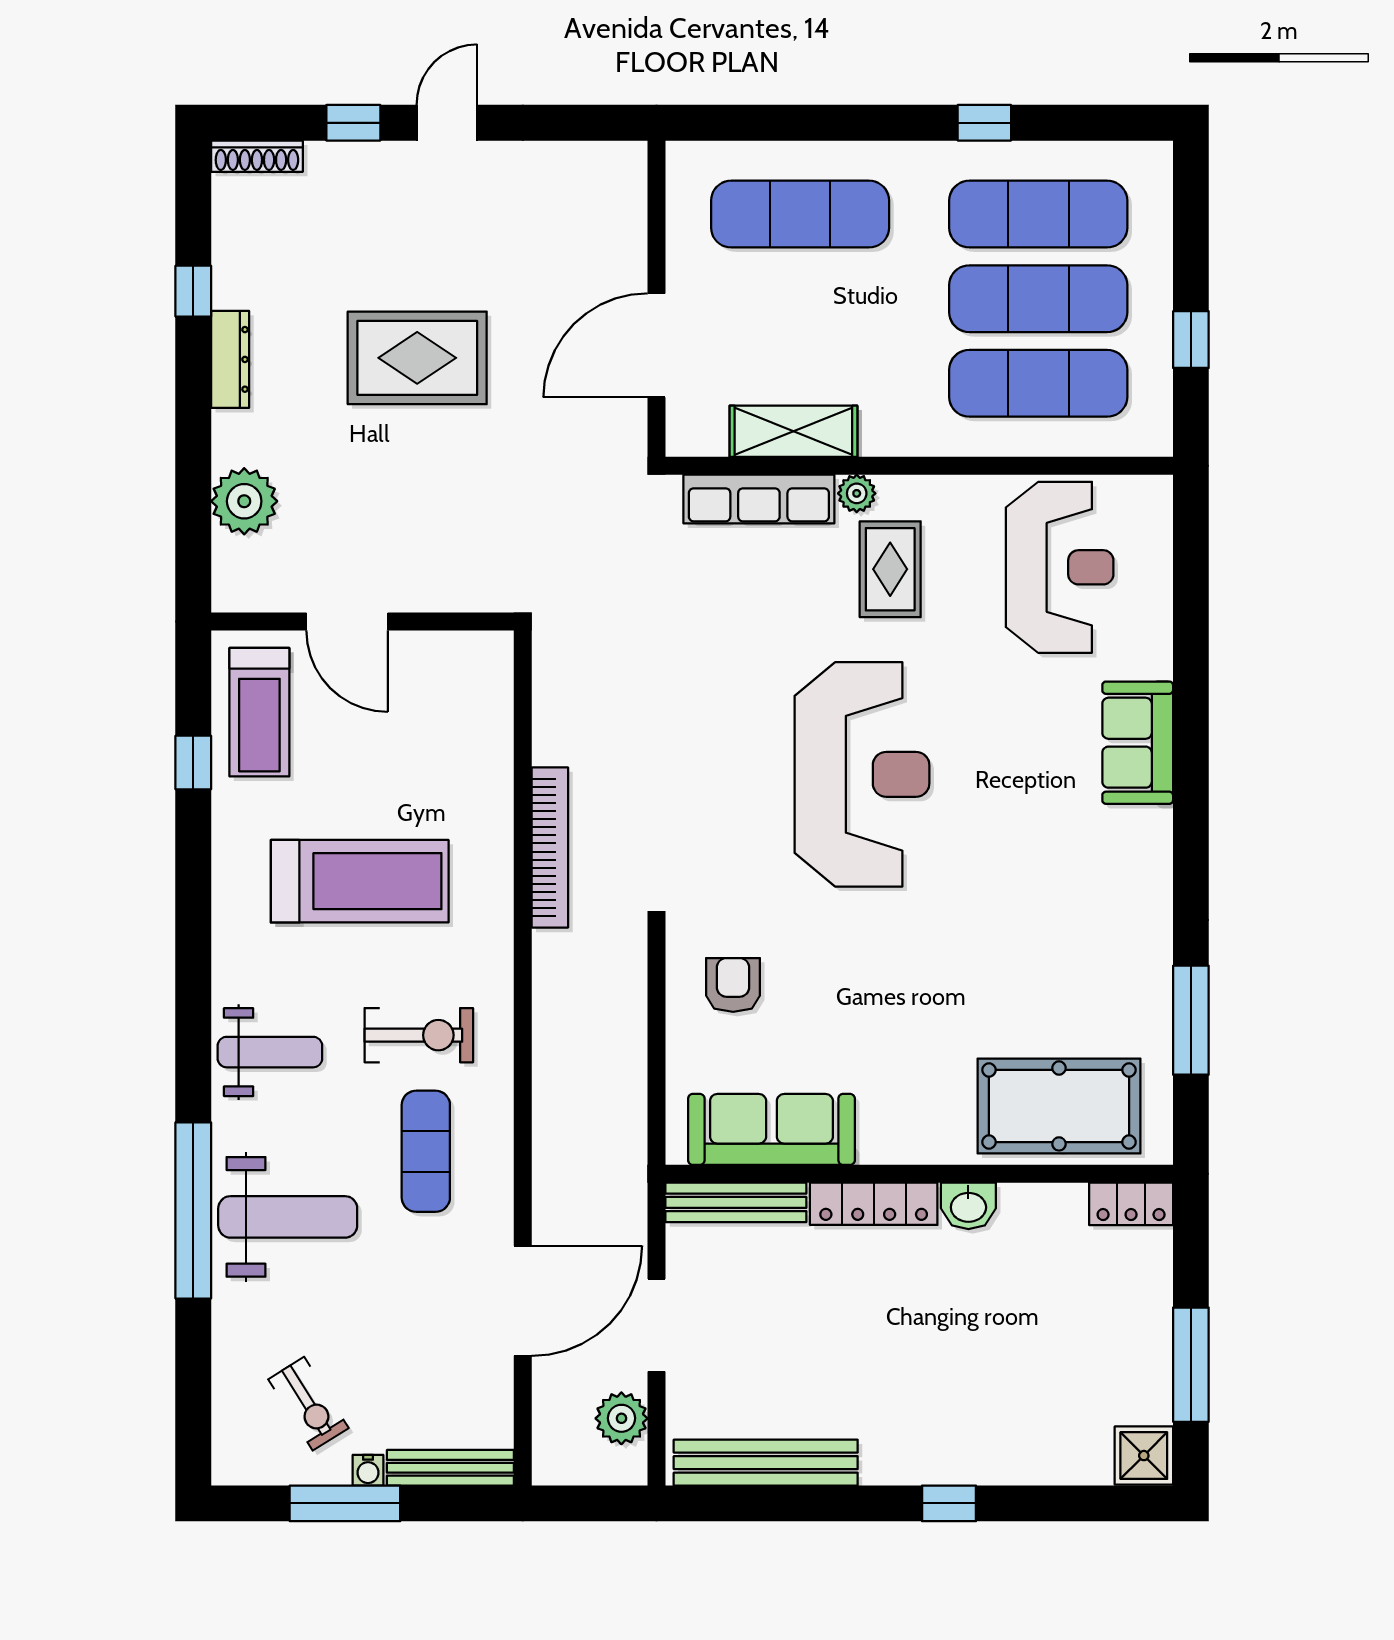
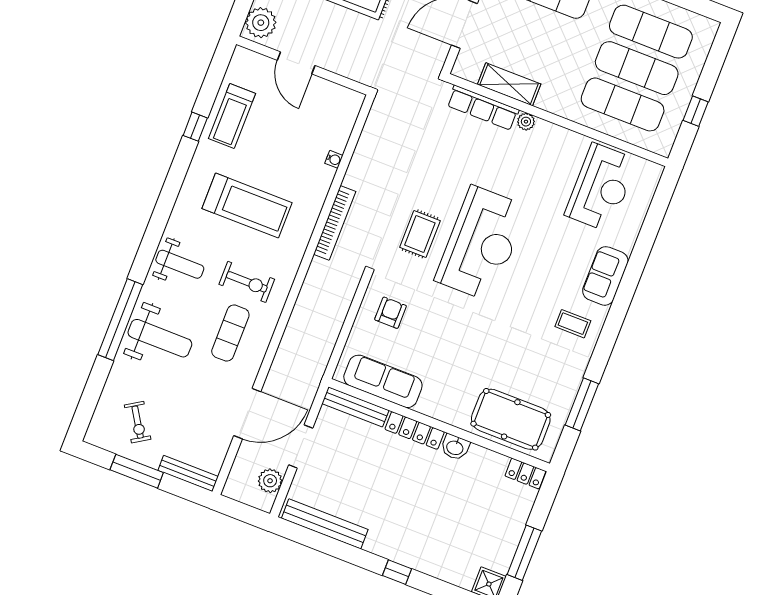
rug: (890, 569) -> (420, 234), moved
door: (347, 622) -> (296, 63), moved
wall: (362, 622) -> (303, 65), moved
coffee table: (1109, 864) -> (573, 324), added
water cooler: (368, 1470) -> (334, 159), moved, turned -90

